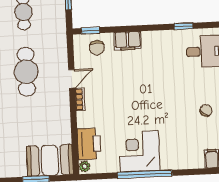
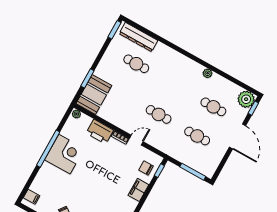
cafe table: (26, 72) -> (159, 114), width x0.73, depth x0.74
door: (72, 79) -> (136, 140), swing flipped
printer: (89, 144) -> (100, 132), moved

